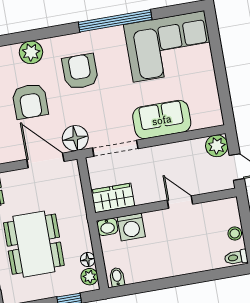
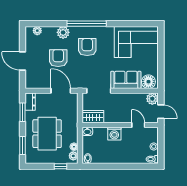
window: (115, 21) -> (87, 24), moved
armchair: (30, 101) -> (58, 58), turned 180
floor lamp: (75, 138) -> (148, 82), moved
door: (180, 202) -> (138, 125), moved
washing machine: (131, 227) -> (114, 134), moved

